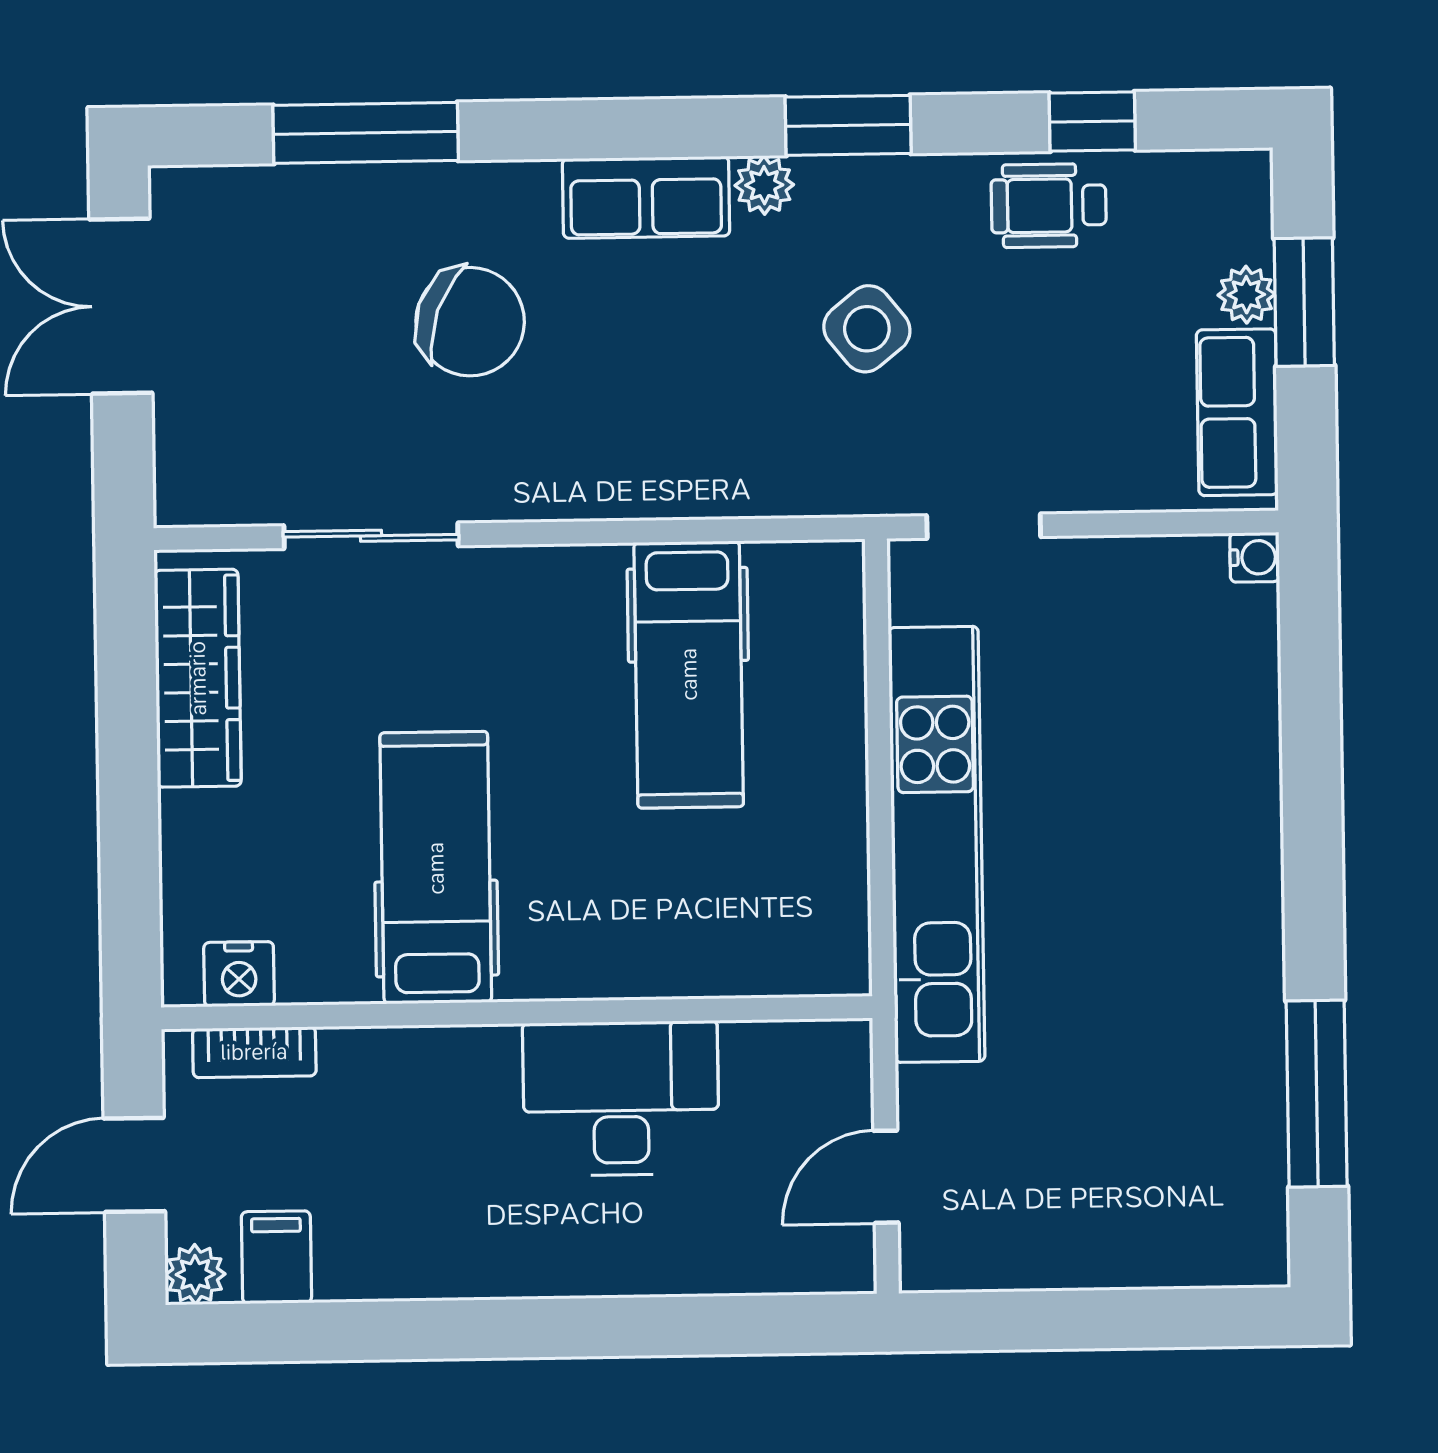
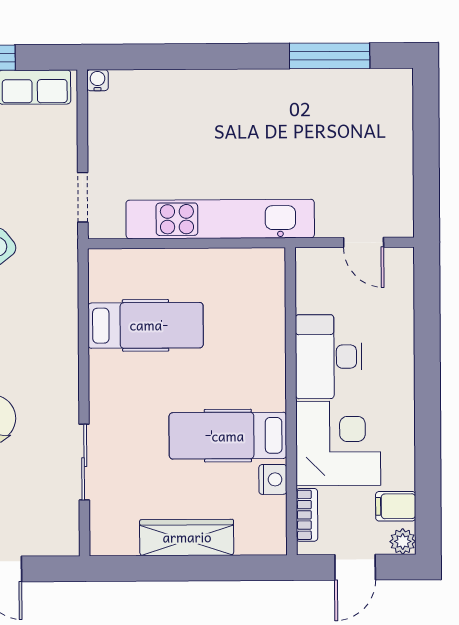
wardrobe: (198, 678) -> (187, 537), moved
nightstand: (239, 974) -> (273, 479), moved
corner desk: (420, 1123) -> (338, 443), added
door: (134, 1165) -> (355, 567), hinge flipped

